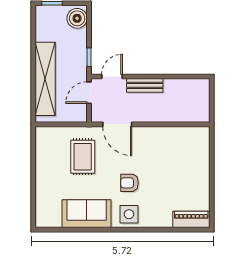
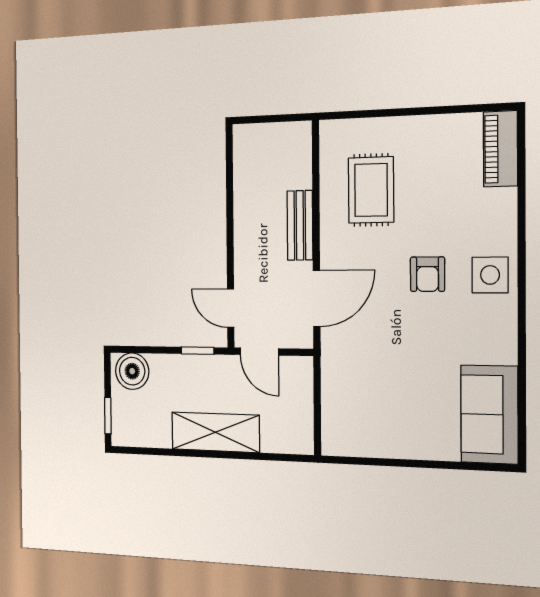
shelving: (45, 79) -> (215, 432), width x0.68
bench: (145, 85) -> (300, 225), moved
rug: (83, 157) -> (371, 190), moved, turned 90
sofa: (87, 214) -> (489, 414), moved

